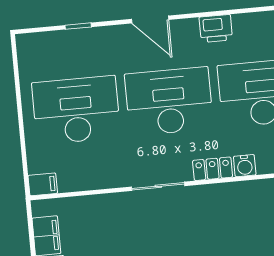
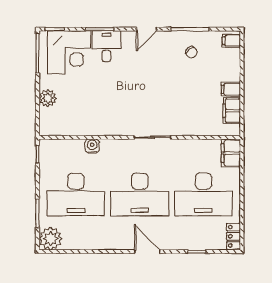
printer: (216, 29) -> (103, 241), removed
locker: (213, 169) -> (233, 236), moved, turned 90
filing cabinet: (43, 184) -> (231, 153), width x2.00

